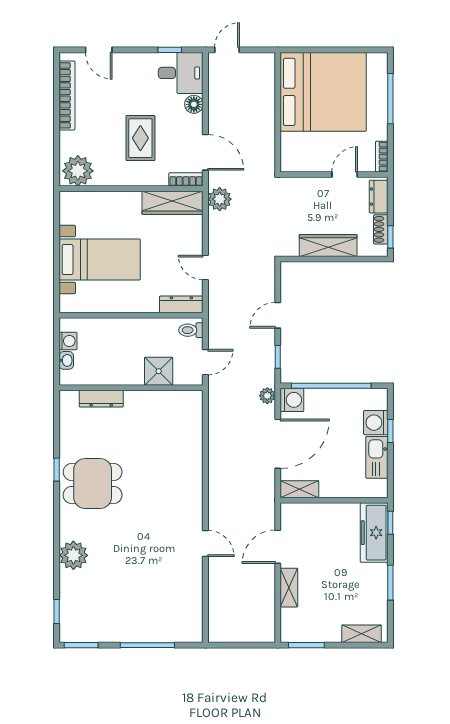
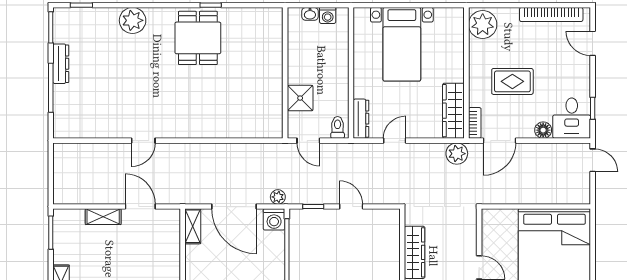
door: (99, 50) -> (593, 43), hinge flipped
dresser: (101, 399) -> (61, 64), moved, turned 180

